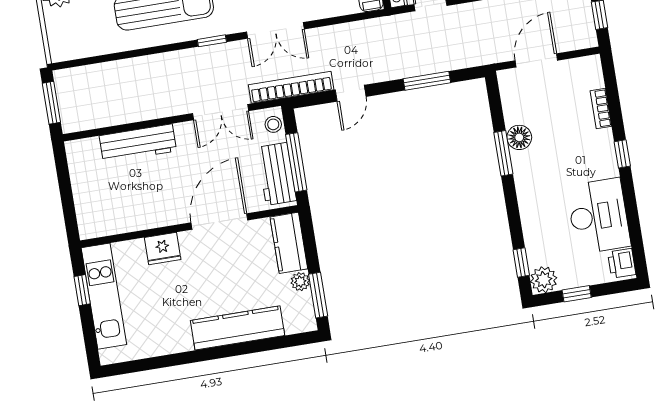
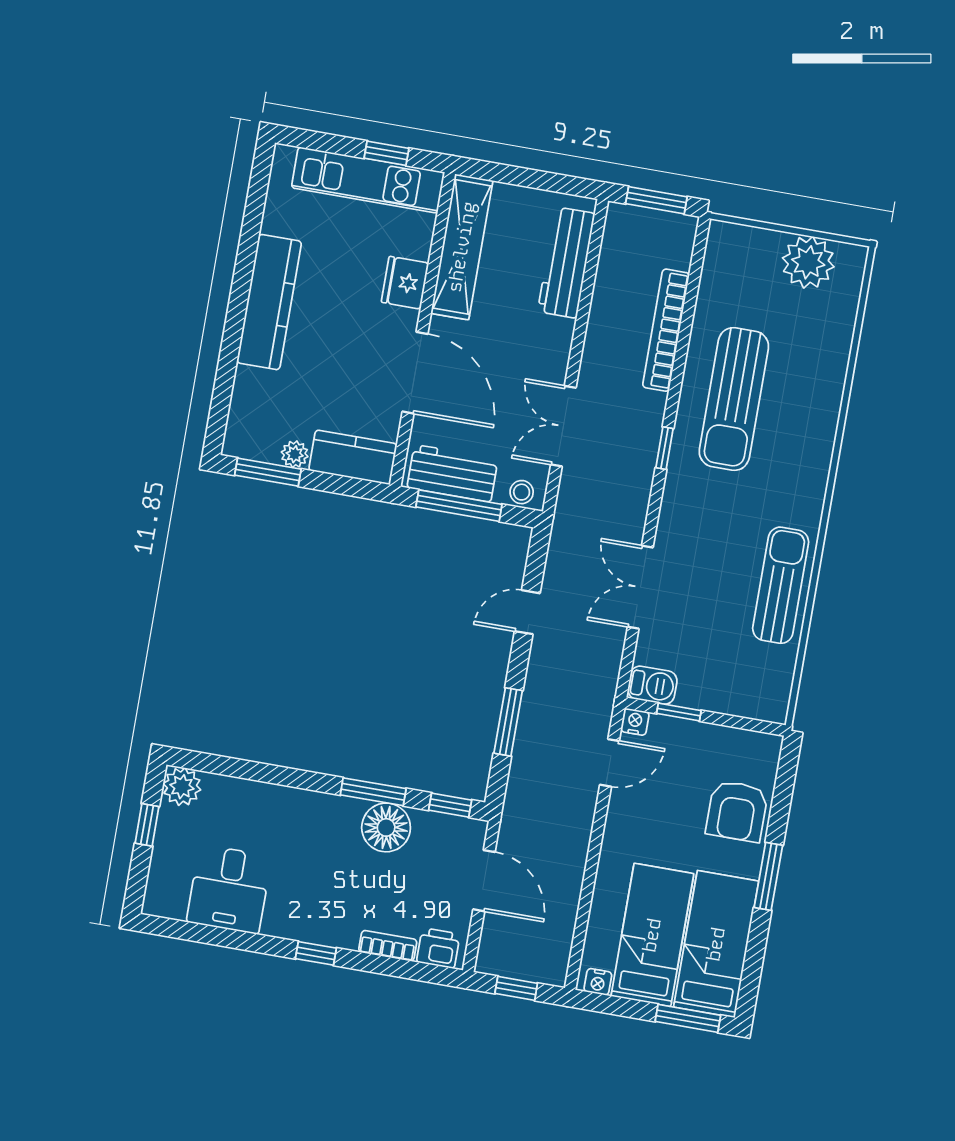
double door: (275, 30) -> (640, 587), moved
bookcase: (291, 87) -> (666, 330), moved, turned 180
door: (351, 93) -> (527, 612), hinge flipped
floor lamp: (519, 137) -> (386, 827), width x1.38, depth x1.38
workbench: (138, 143) -> (566, 263), moved
desk: (598, 216) -> (229, 889), width x0.73
shelving: (126, 219) -> (462, 247), added
window: (521, 262) -> (450, 805), moved
printer: (622, 263) -> (438, 948), moved
kitchen counter: (238, 328) -> (269, 302), moved

